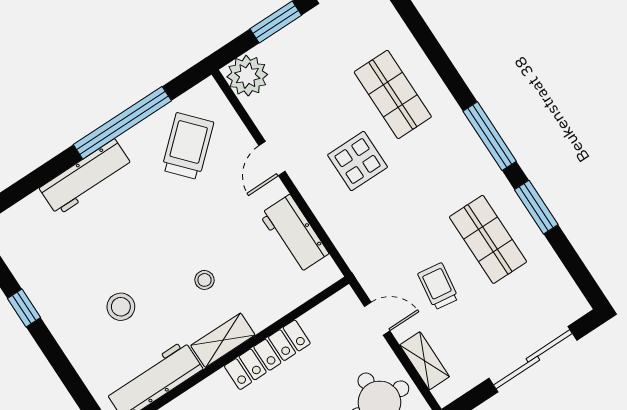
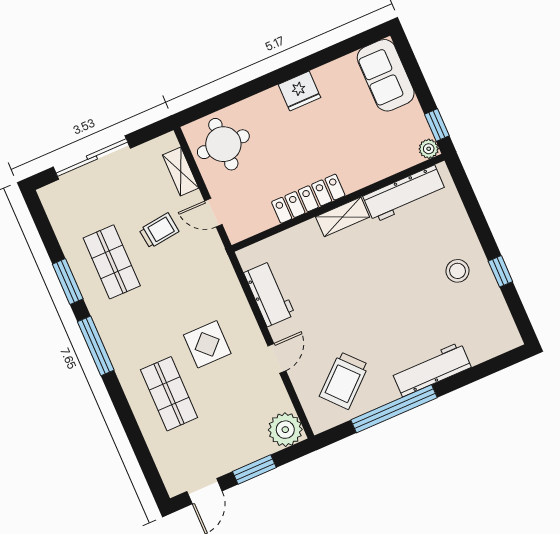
stool: (205, 280) -> (349, 269), removed
trolley: (438, 286) -> (159, 231), turned -105
stool: (121, 307) -> (458, 271), moved

